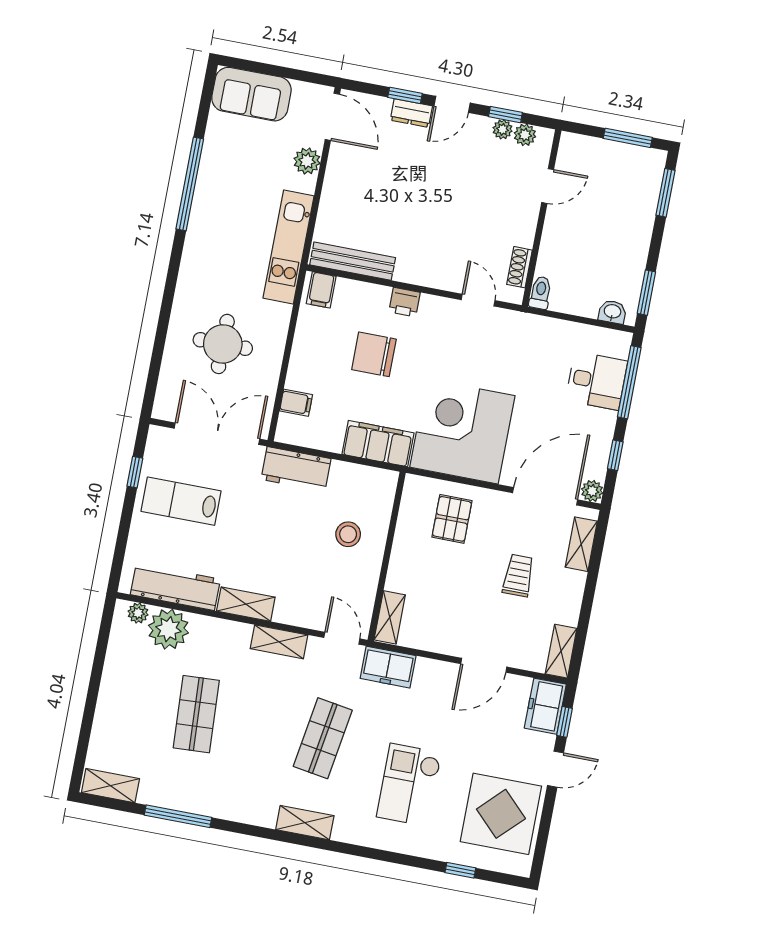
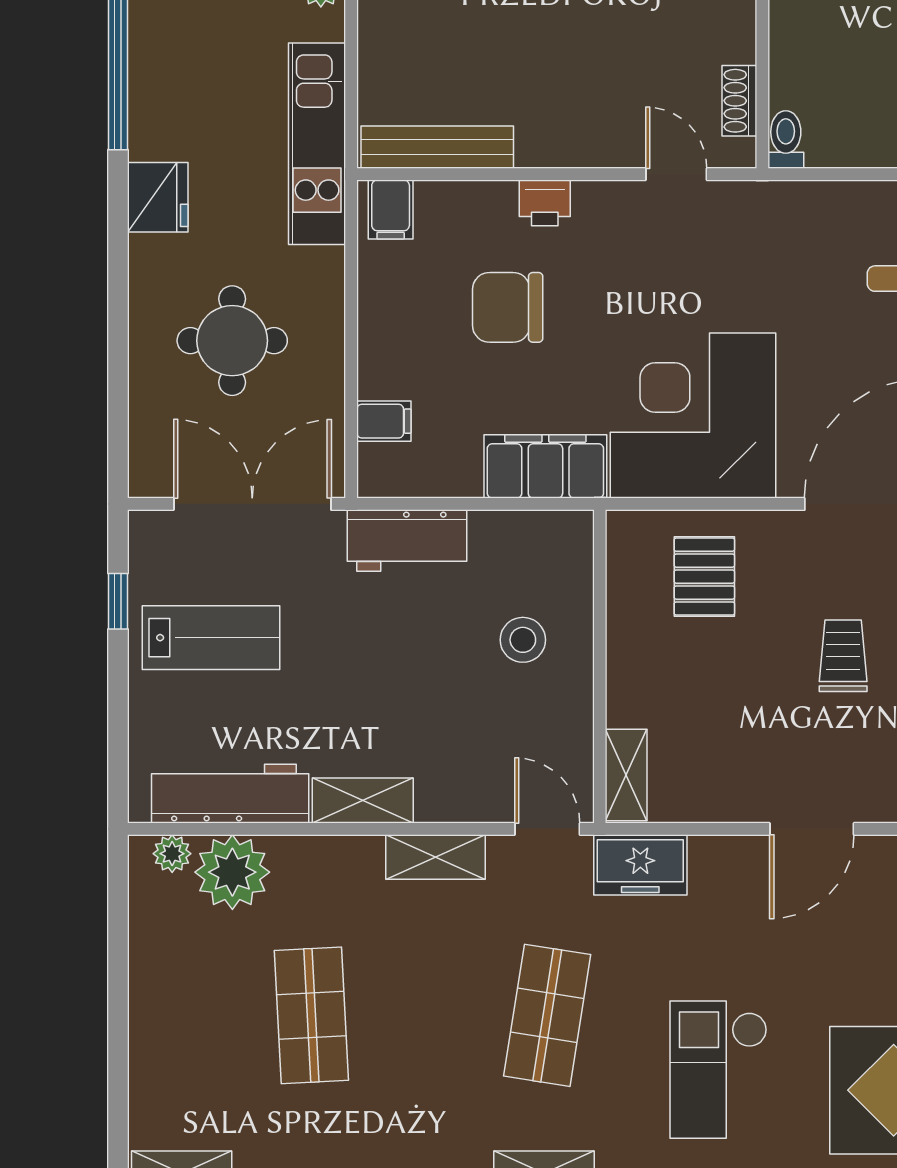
fridge: (197, 259) -> (158, 197), added
lab bench: (181, 501) -> (211, 638), turned 180

